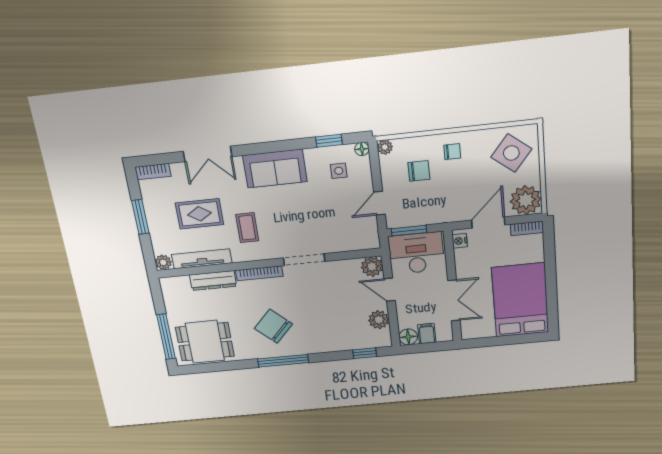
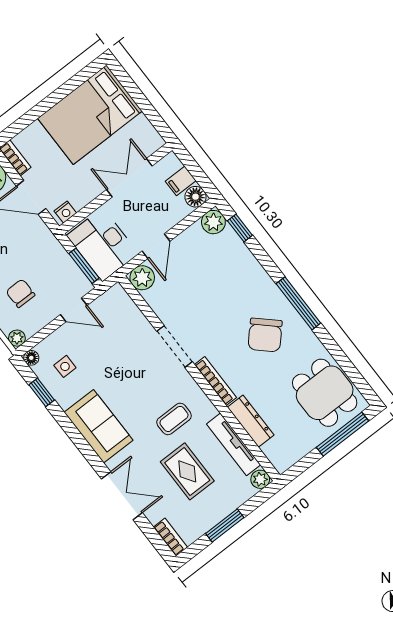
plant: (379, 320) -> (213, 222), moved

